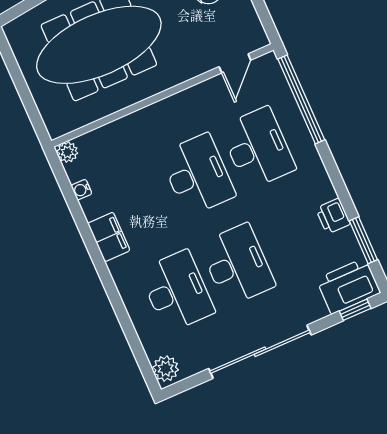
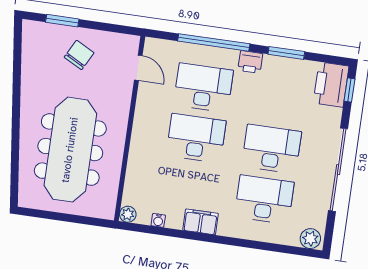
window: (301, 99) -> (214, 42), moved
printer: (333, 216) -> (250, 62), moved
window: (363, 240) -> (286, 53), moved

